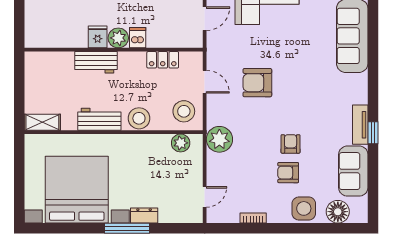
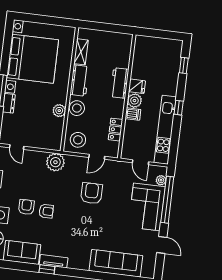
shelving: (42, 122) -> (81, 52), moved
plant: (181, 143) -> (59, 111), moved

